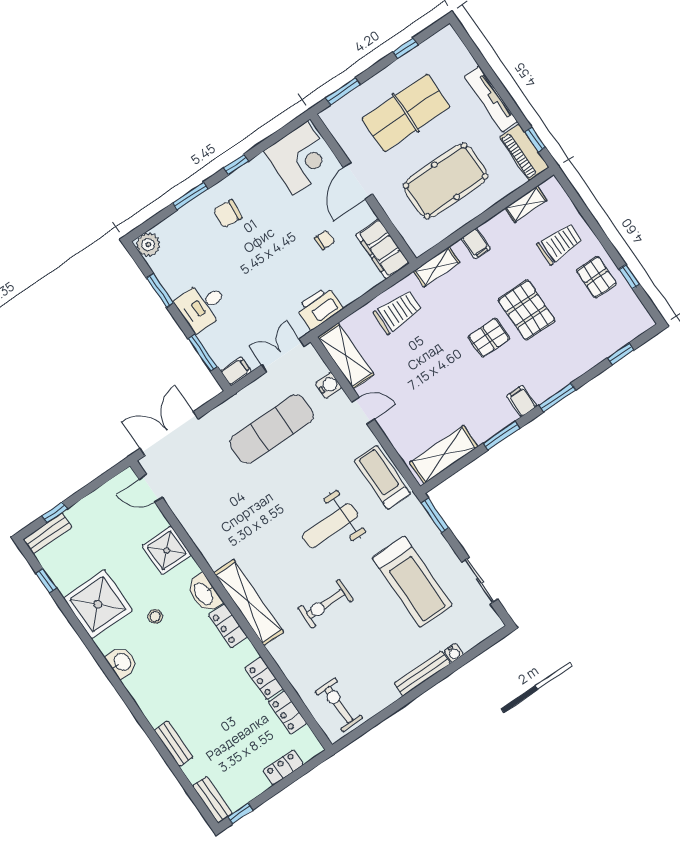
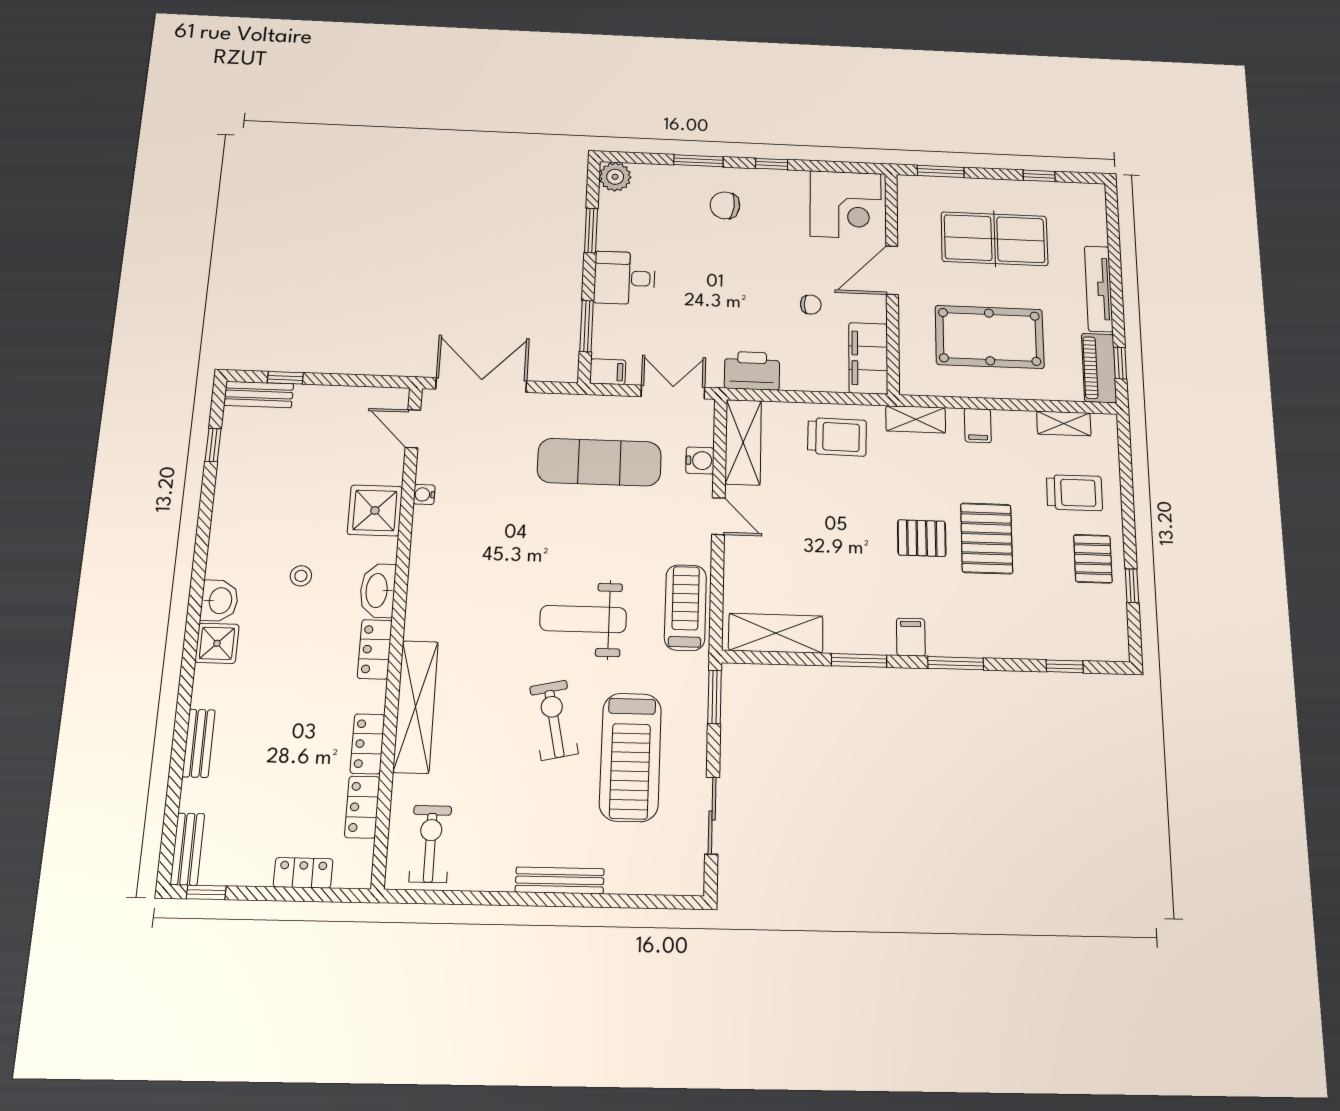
shelving: (249, 602) -> (416, 707), moved
shower: (98, 604) -> (217, 643), moved, width x0.54, depth x0.54
exercise bike: (326, 604) -> (554, 720), moved, turned 78
water cooler: (454, 653) -> (424, 495), moved, turned 90

